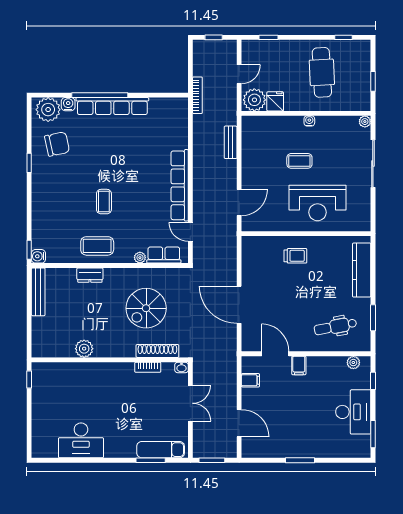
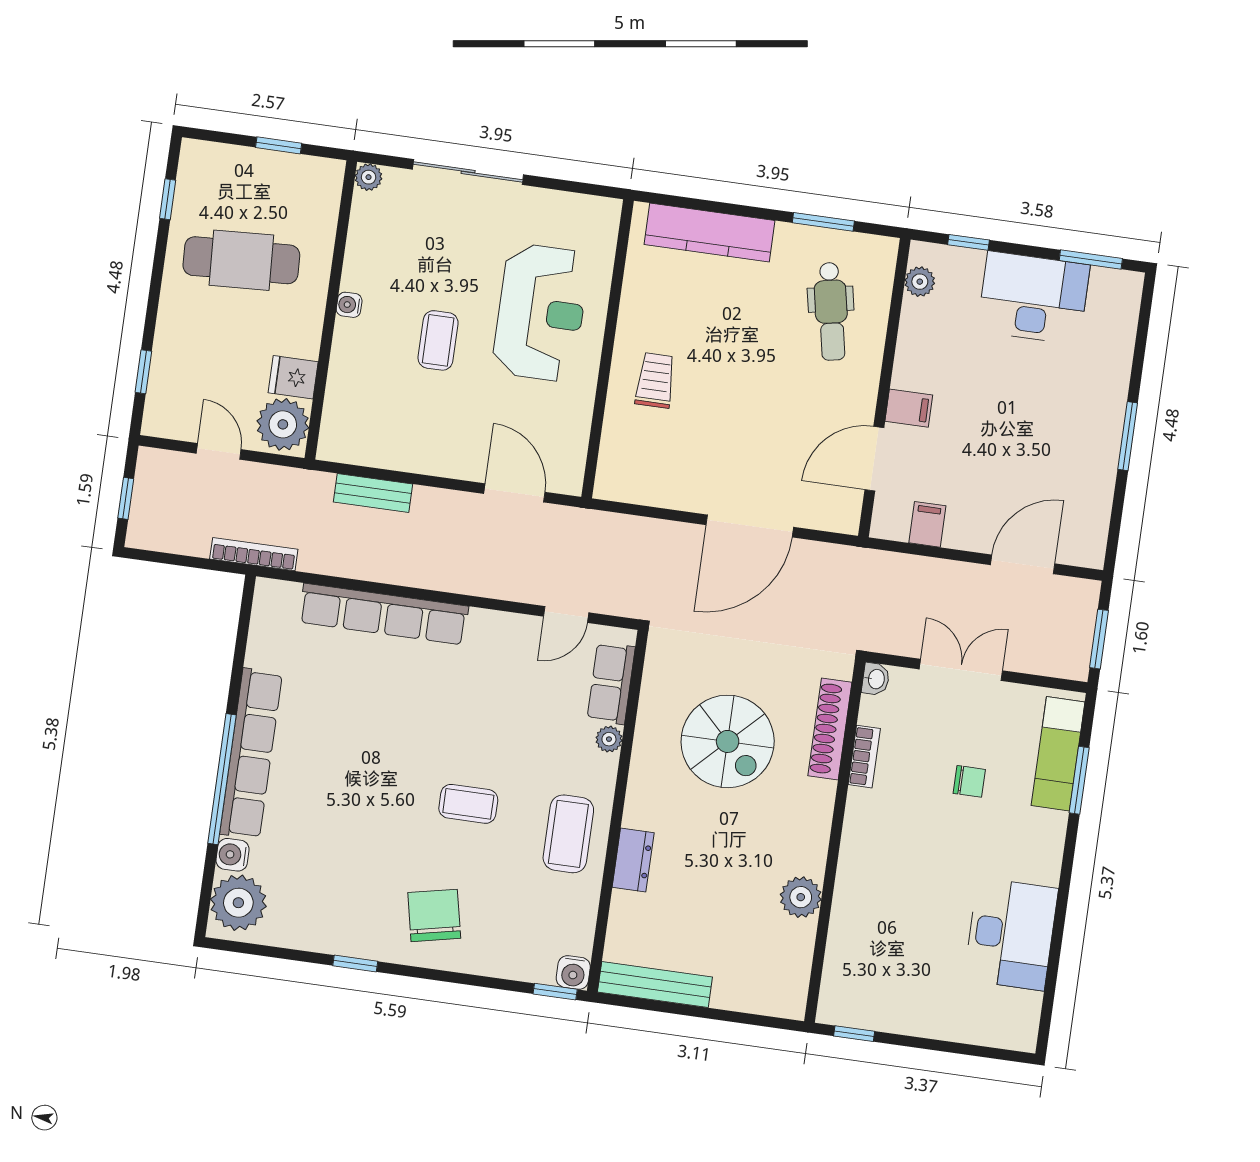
chair: (57, 144) -> (434, 915), moved
row of seats: (180, 185) -> (384, 614), moved
chair: (144, 413) -> (969, 781), added

